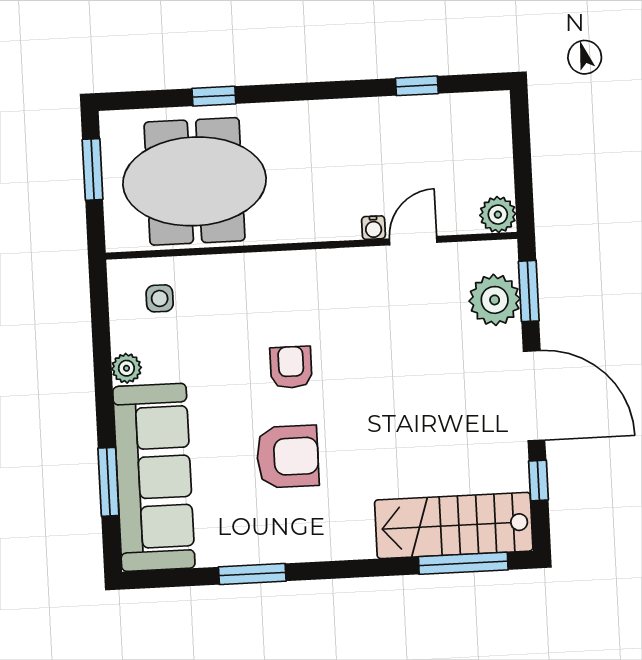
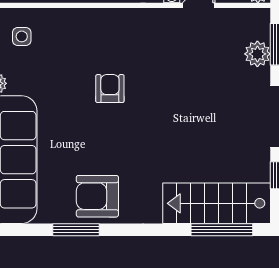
plant: (495, 300) -> (257, 54), width x0.73, depth x0.73
armchair: (288, 457) -> (97, 196), moved, turned 180

